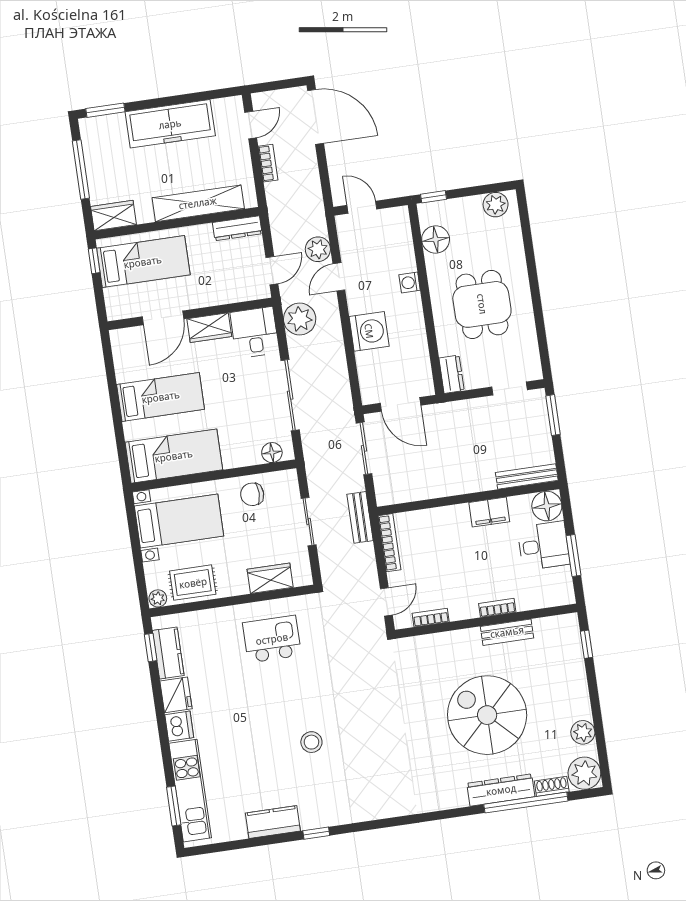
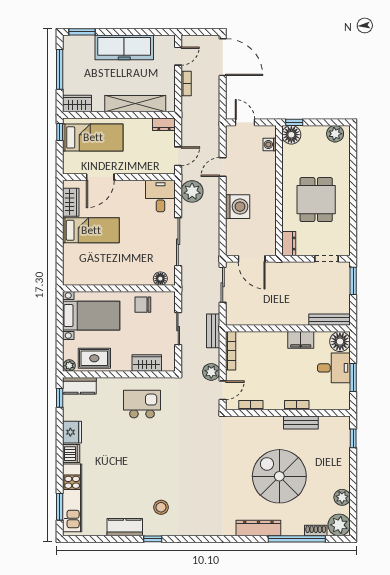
dresser: (237, 228) -> (164, 124), width x0.70
floor lamp: (436, 239) -> (291, 135), moved
plant: (318, 249) -> (211, 372), moved
washing machine: (410, 283) -> (270, 145), moved
wardrobe: (209, 328) -> (71, 202), moved, turned -90
bed: (174, 456) -> (94, 271), removed
kitchen counter: (168, 653) -> (79, 386), moved, turned 90
stool: (311, 742) -> (161, 507), moved
dresser: (501, 790) -> (258, 528), moved

